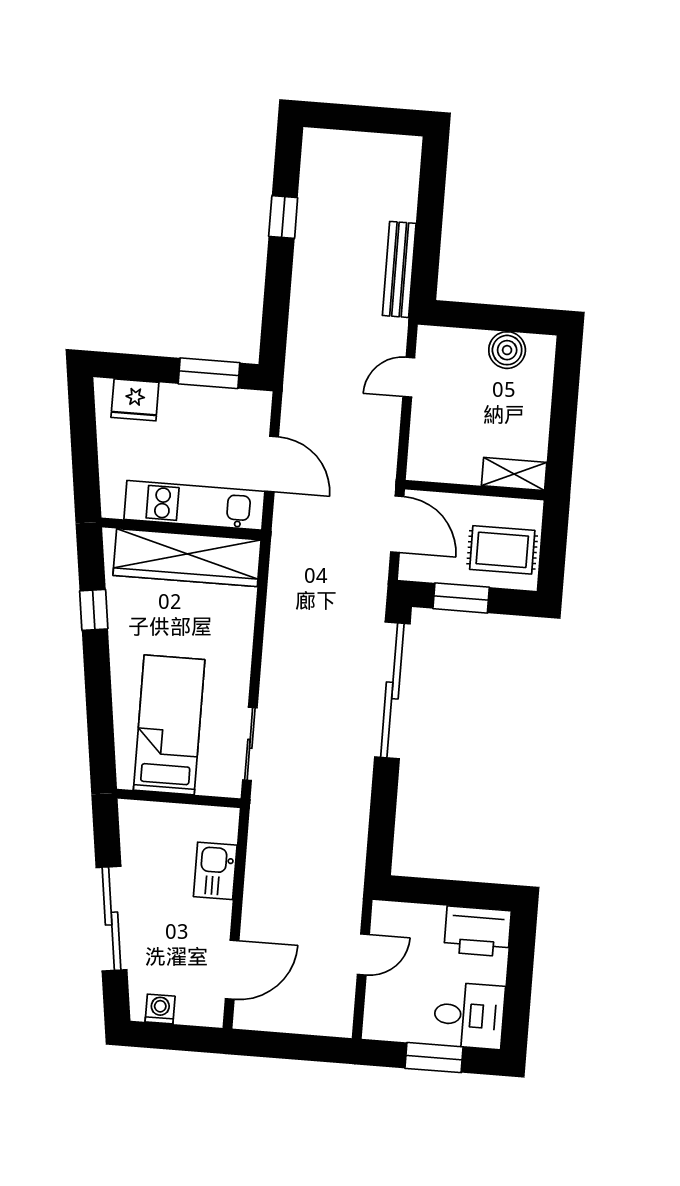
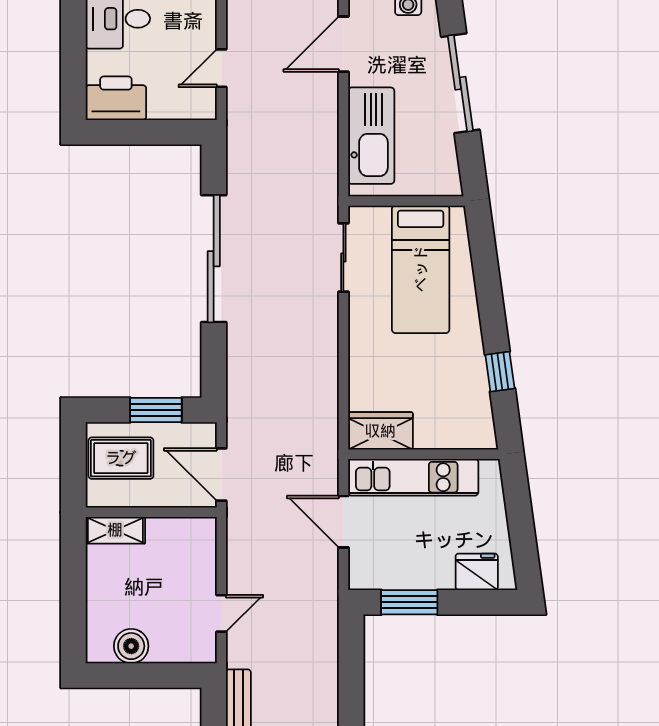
wardrobe: (187, 558) -> (380, 431), width x0.48, depth x0.85
sliding door: (392, 690) -> (214, 259), moved
kitchen sink: (215, 871) -> (371, 136), width x1.87, depth x1.24

